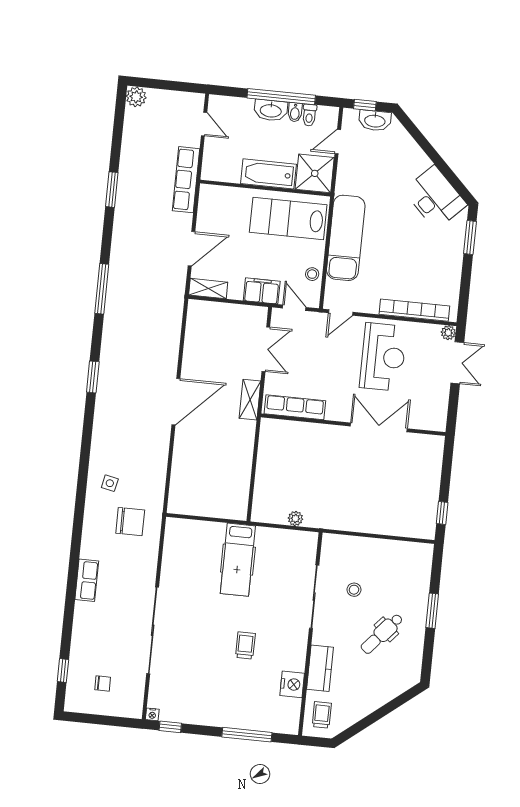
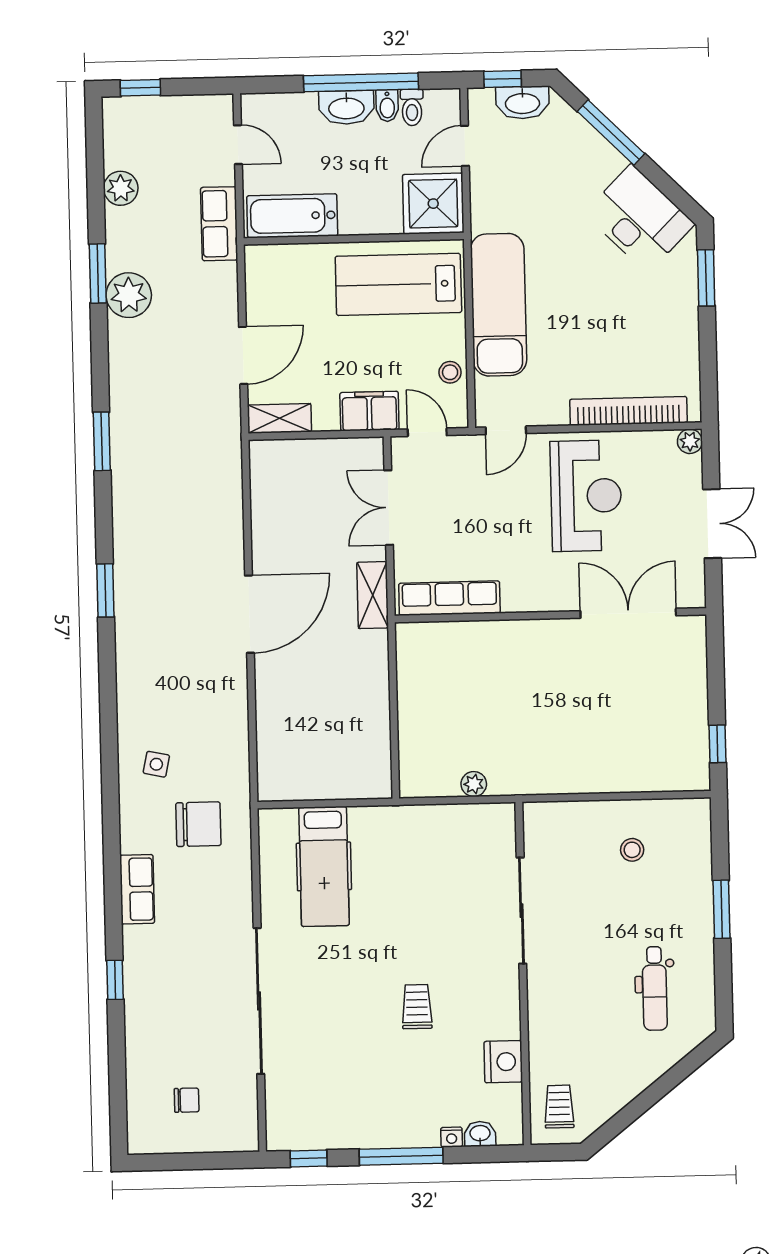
window: (151, 83) -> (140, 88), added
plant: (136, 97) -> (121, 188), moved
window: (425, 145) -> (611, 133), added
bathtub: (268, 174) -> (292, 216), moved
row of seats: (186, 180) -> (219, 224), width x0.68
plant: (128, 205) -> (129, 295), added
window: (102, 289) -> (102, 441), width x0.69
double door: (266, 349) -> (389, 508), swing flipped
double door: (457, 363) -> (712, 524), moved
double door: (379, 427) -> (628, 613), moved
hospital bed: (238, 560) -> (324, 866), moved
row of seats: (87, 580) -> (137, 889), moved
stool: (354, 590) -> (632, 850), moved
dental chair: (382, 634) -> (655, 988), moved, turned -41
kitchen counter: (320, 668) -> (546, 1029), removed
window: (63, 670) -> (115, 980), moved
nightstand: (152, 714) -> (452, 1137), moved
washbasin: (273, 725) -> (480, 1134), added
window: (247, 735) -> (401, 1156), moved

